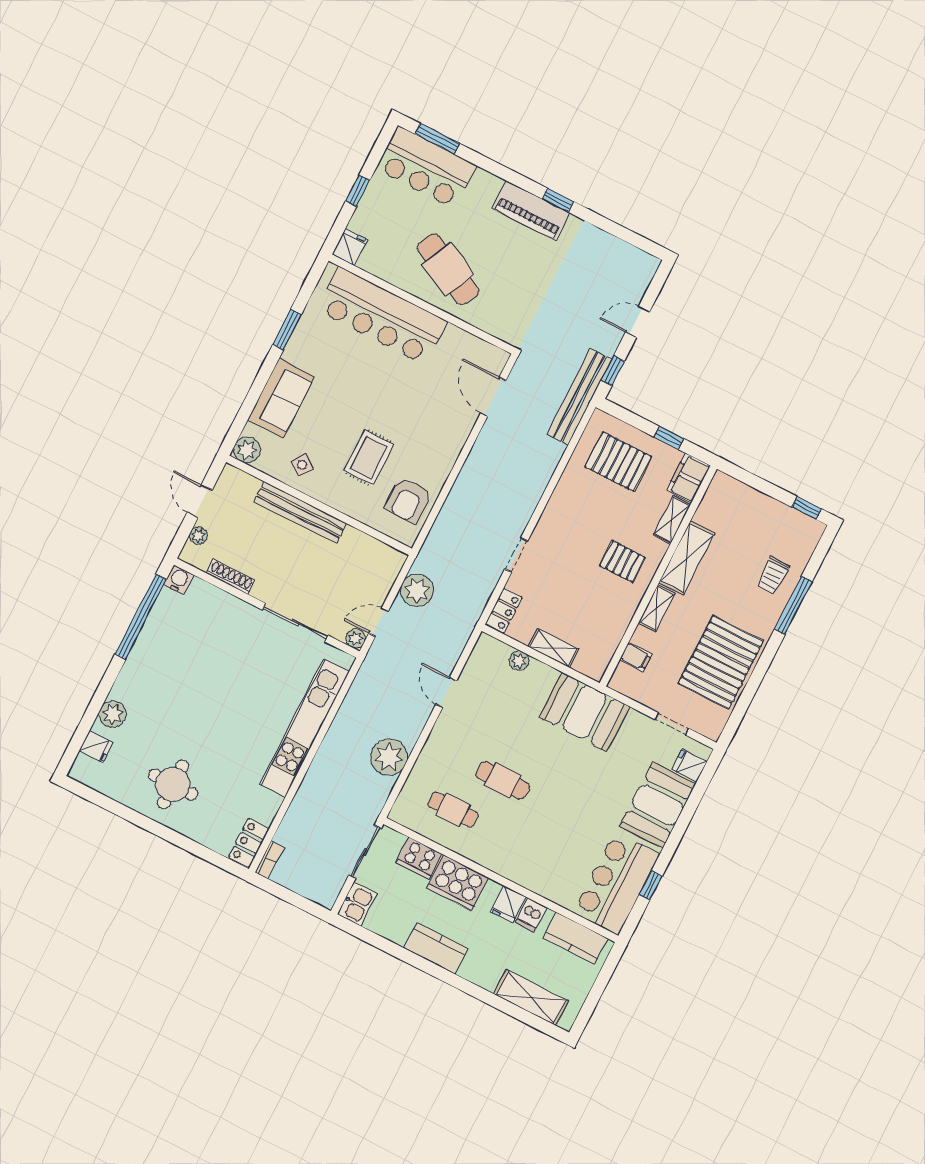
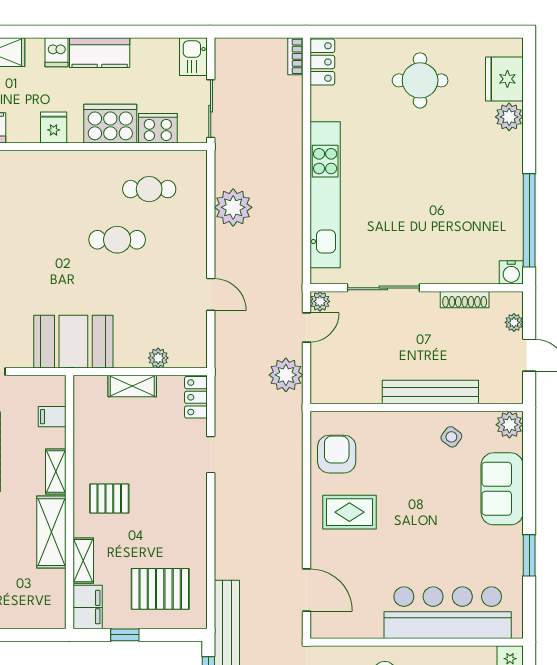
rug: (369, 458) -> (349, 512), moved, turned 90
fridge: (96, 747) -> (504, 79), width x1.88, depth x1.34
dishwasher: (531, 915) -> (57, 52), moved, turned 180

